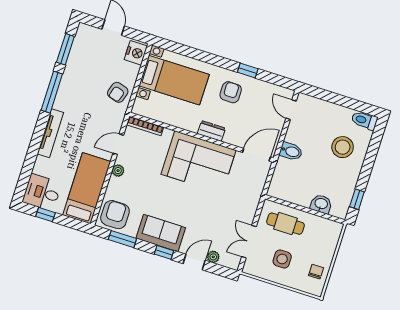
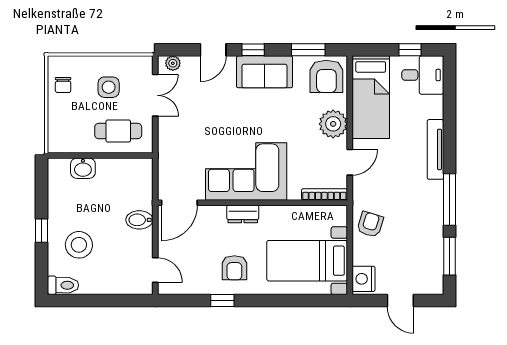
plant: (118, 171) -> (333, 124), width x1.87, depth x1.87
window: (357, 199) -> (42, 231), moved
plant: (213, 257) -> (173, 63), moved

